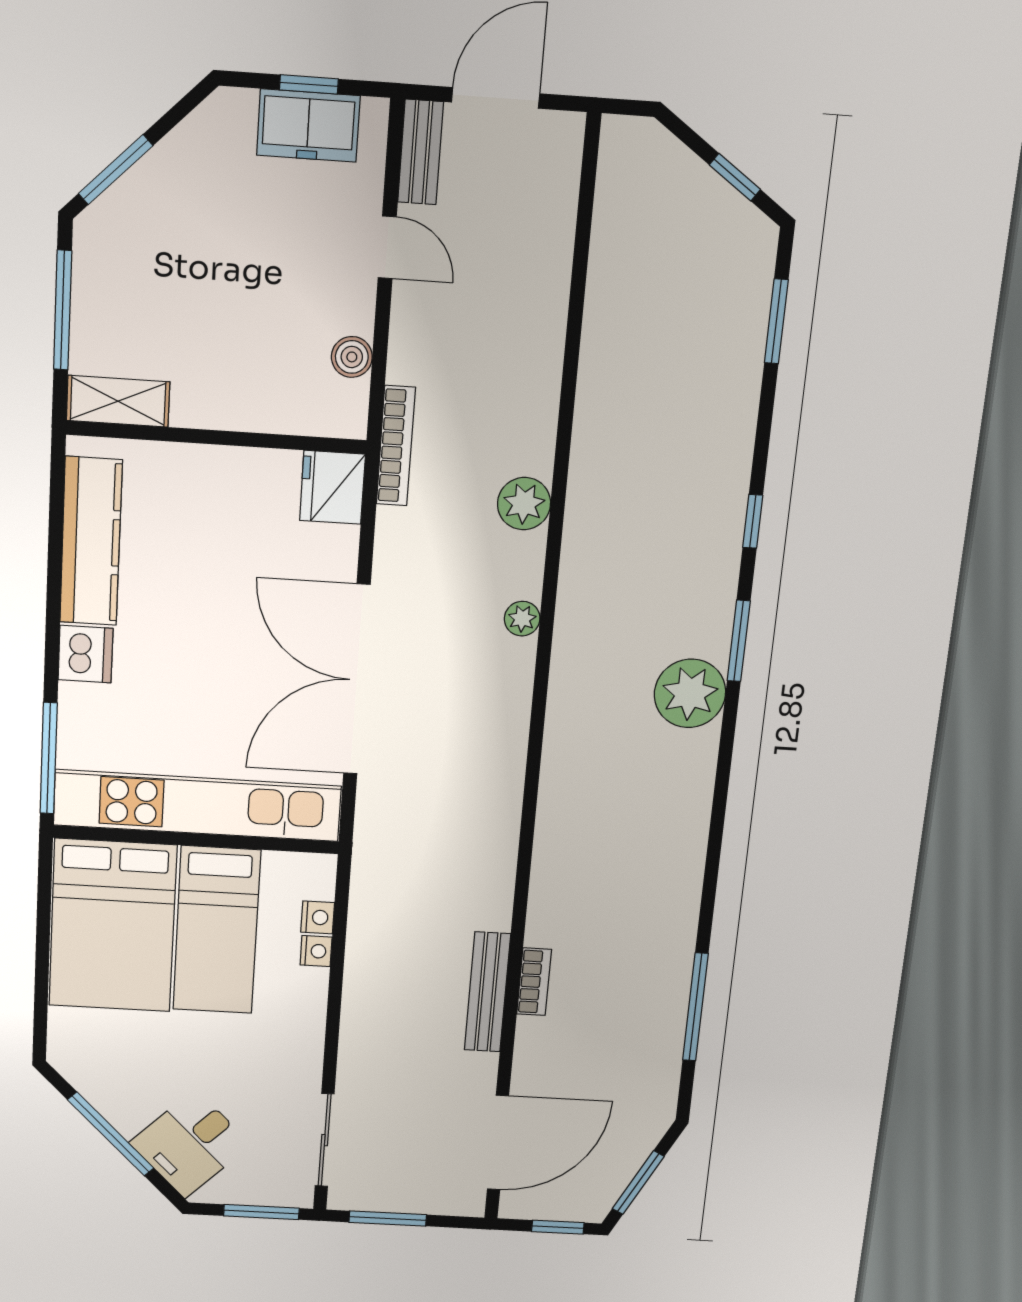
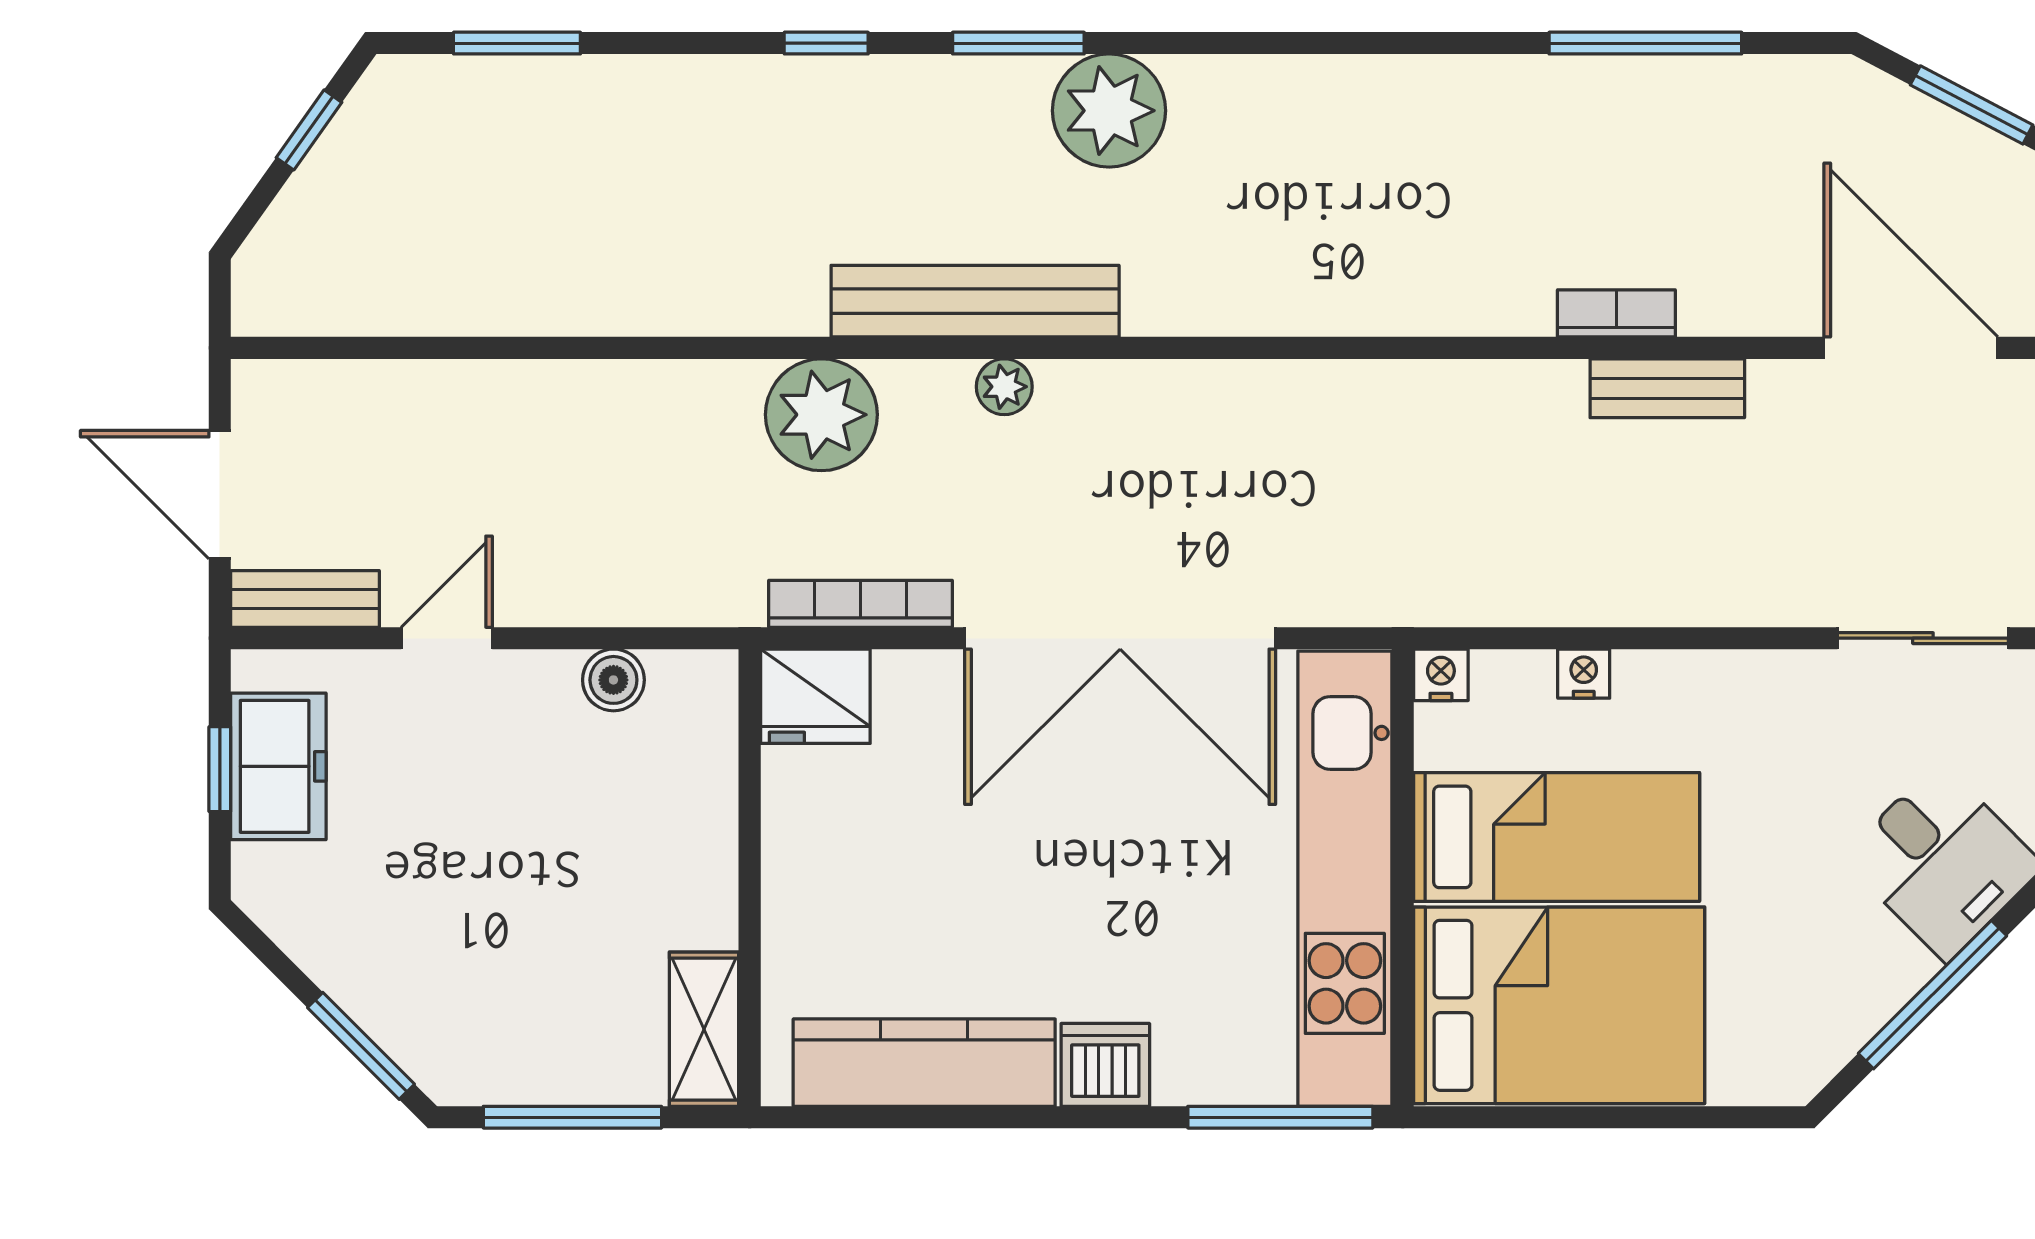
bookcase: (396, 446) -> (861, 604), moved
plant: (524, 504) -> (821, 415), width x1.36, depth x1.36
bench: (578, 604) -> (975, 301), added
nightstand: (318, 917) -> (1441, 675), moved
bench: (487, 992) -> (1667, 388), width x0.73

